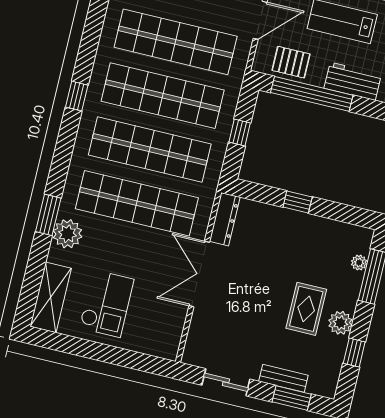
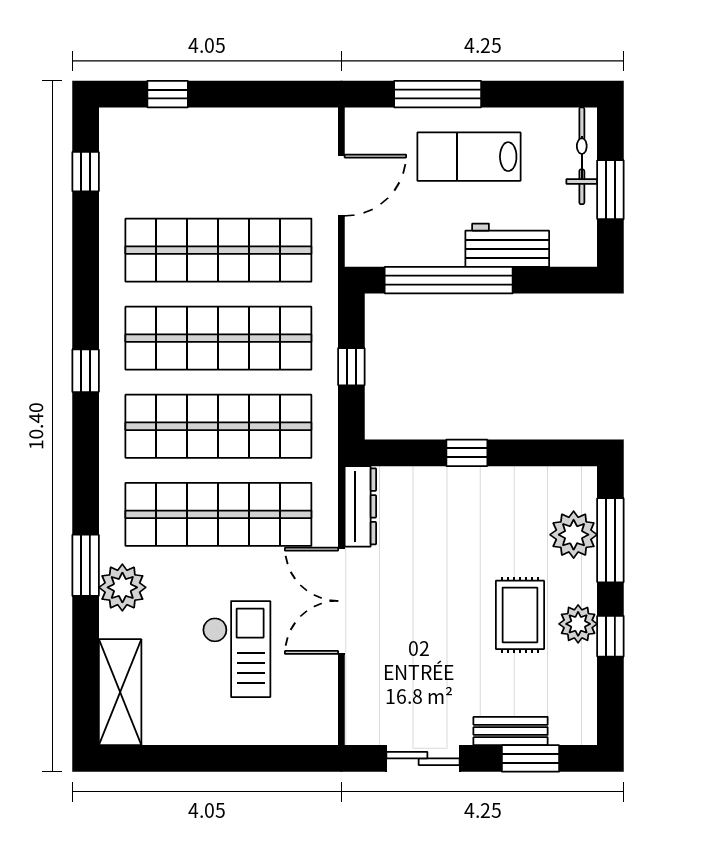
pallet: (291, 62) -> (405, 239), removed
plant: (359, 263) -> (574, 535), width x1.88, depth x1.88
checkout: (107, 304) -> (237, 649), moved
window: (354, 353) -> (610, 636), moved

